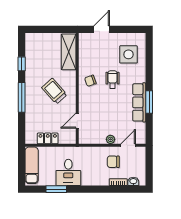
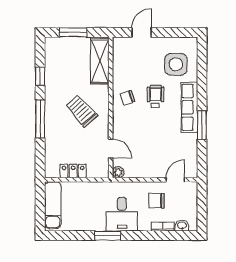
window: (48, 29) -> (73, 32), added
row of seats: (139, 102) -> (189, 107), moved
door: (77, 121) -> (111, 149), swing flipped
plant: (110, 139) -> (118, 172), moved
desk: (68, 172) -> (122, 214), moved
window: (56, 189) -> (108, 236), moved

